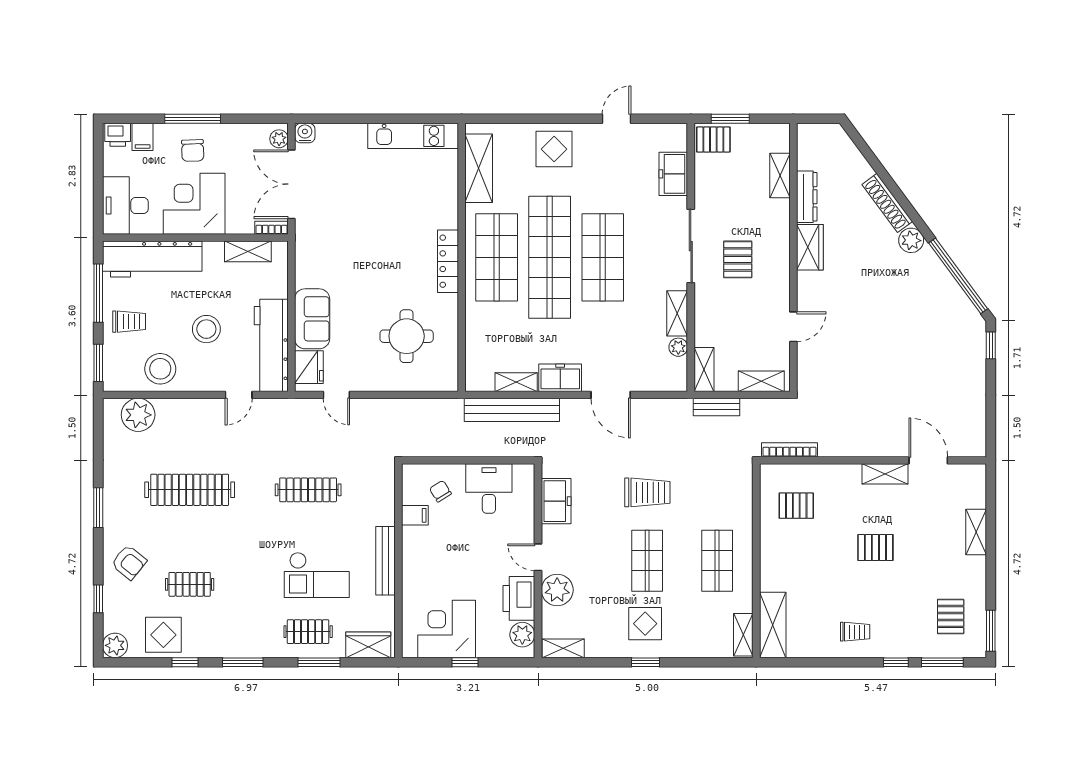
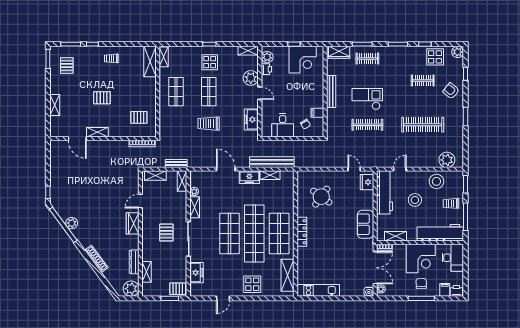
plant: (813, 140) -> (131, 289), added
plant: (911, 240) -> (72, 223), moved
wardrobe: (810, 247) -> (133, 223), moved
sofa: (312, 319) -> (365, 224), moved
round table: (407, 336) -> (321, 197), turned 36
checkout: (317, 575) -> (367, 99), moved
printer: (519, 598) -> (266, 69), width x0.53, depth x0.68

